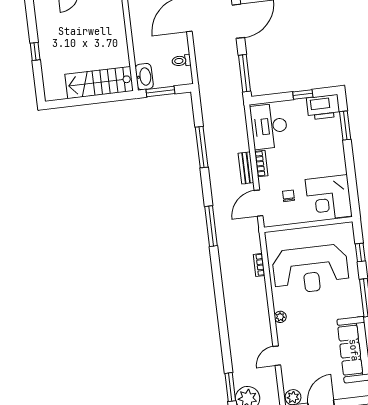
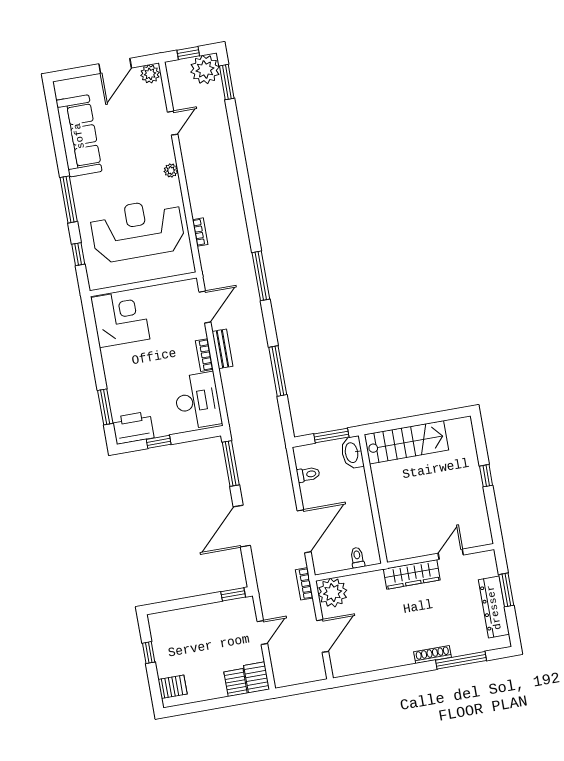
chair: (289, 196) -> (169, 318), removed

